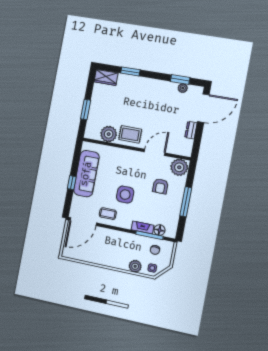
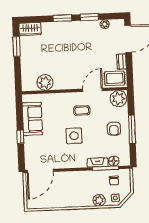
window: (130, 71) -> (62, 18), moved
window: (180, 80) -> (89, 17), moved
window: (86, 110) -> (17, 46), moved
rug: (130, 134) -> (115, 78), moved
sofa: (86, 174) -> (32, 119), width x0.73
armchair: (160, 186) -> (114, 129), moved
coffee table: (108, 214) -> (82, 111), moved

